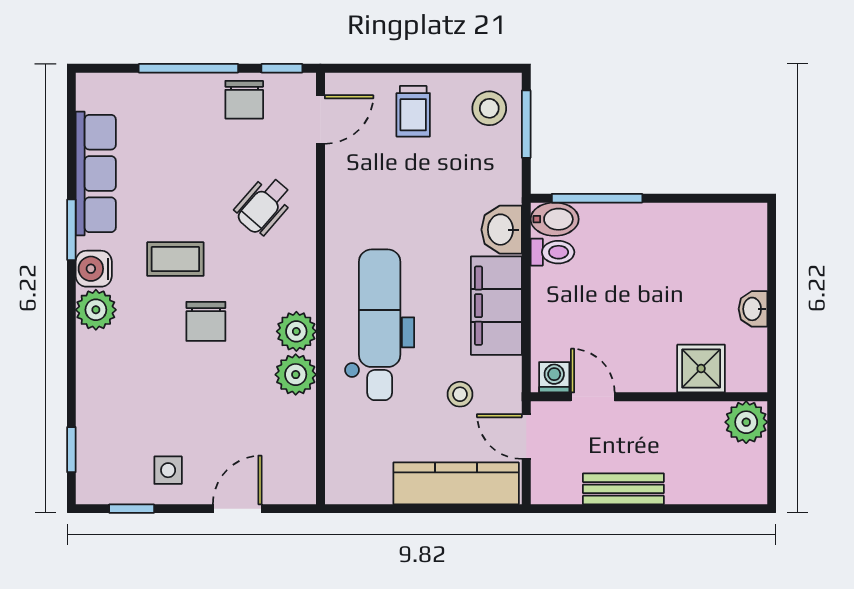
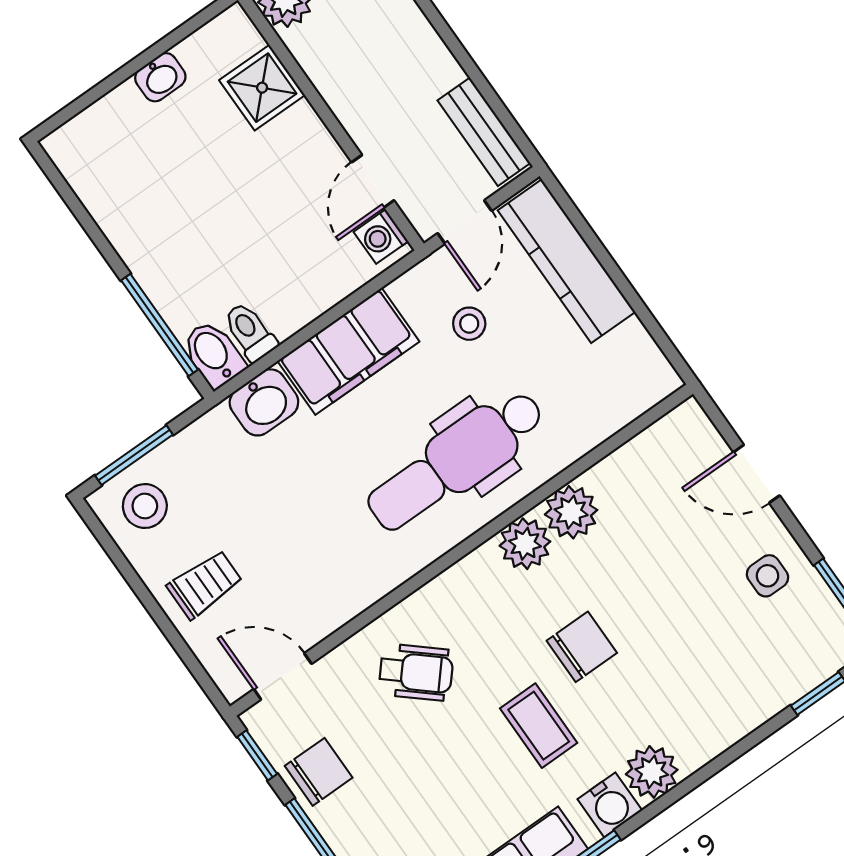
bench: (623, 489) -> (484, 132), moved

